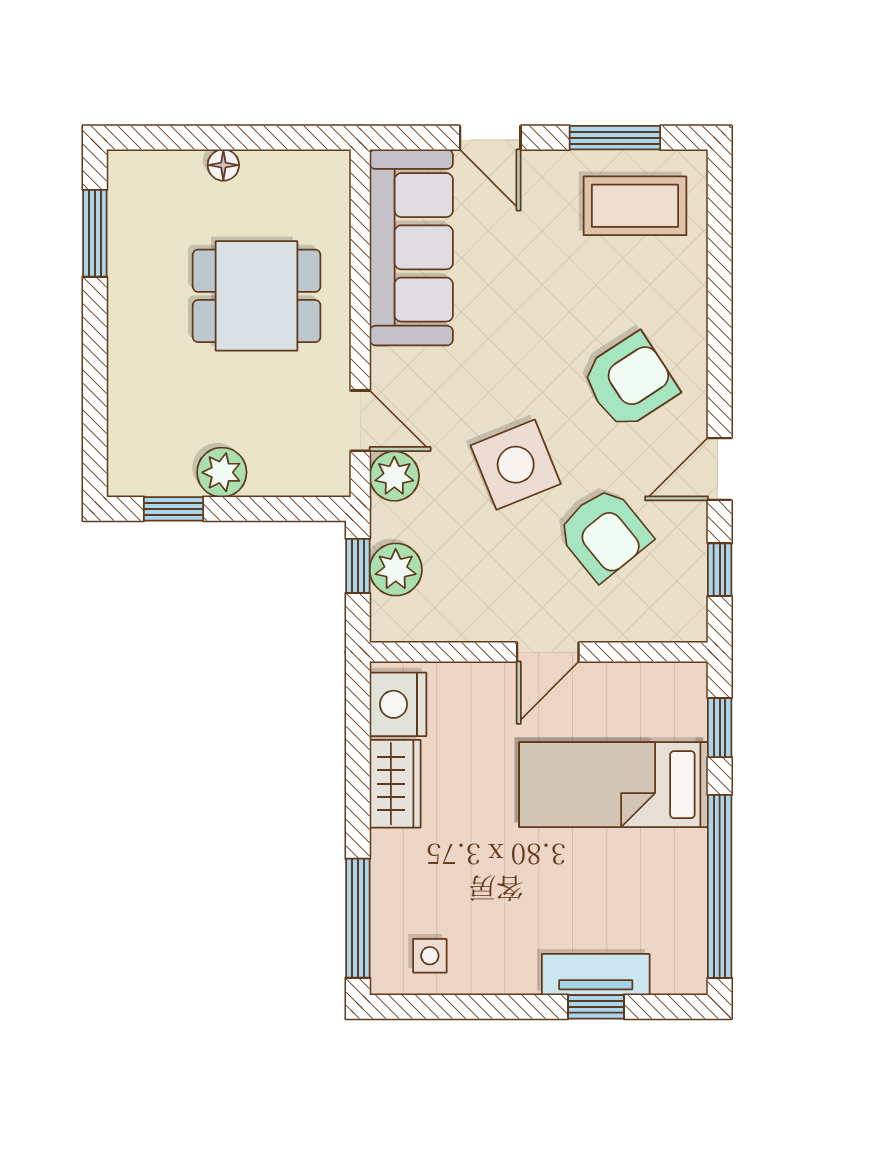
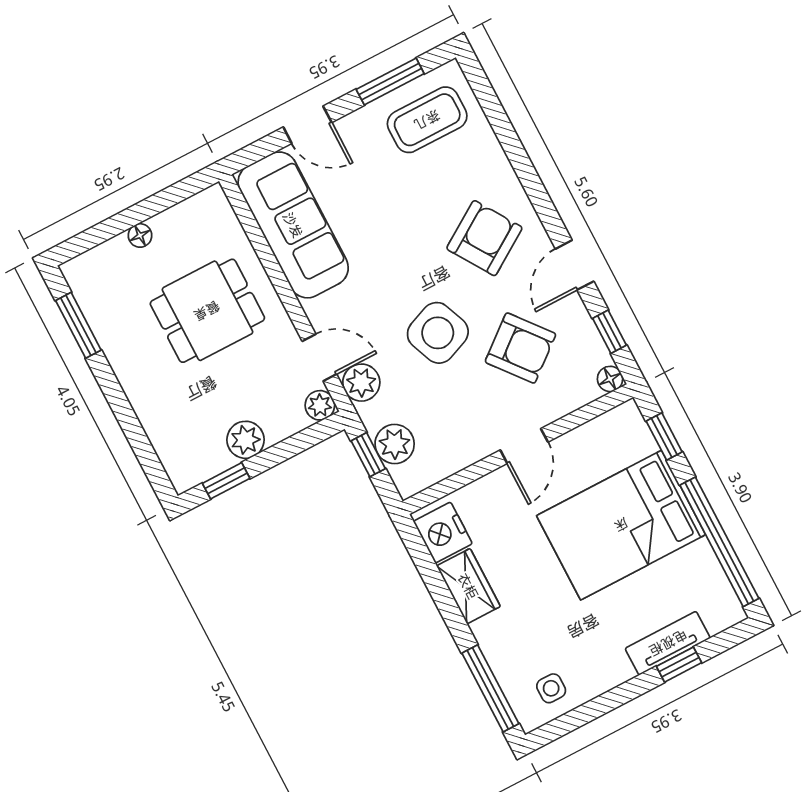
plant: (331, 477) -> (320, 405), added
floor lamp: (691, 626) -> (610, 379), added
bed: (614, 785) -> (621, 525), width x1.50

